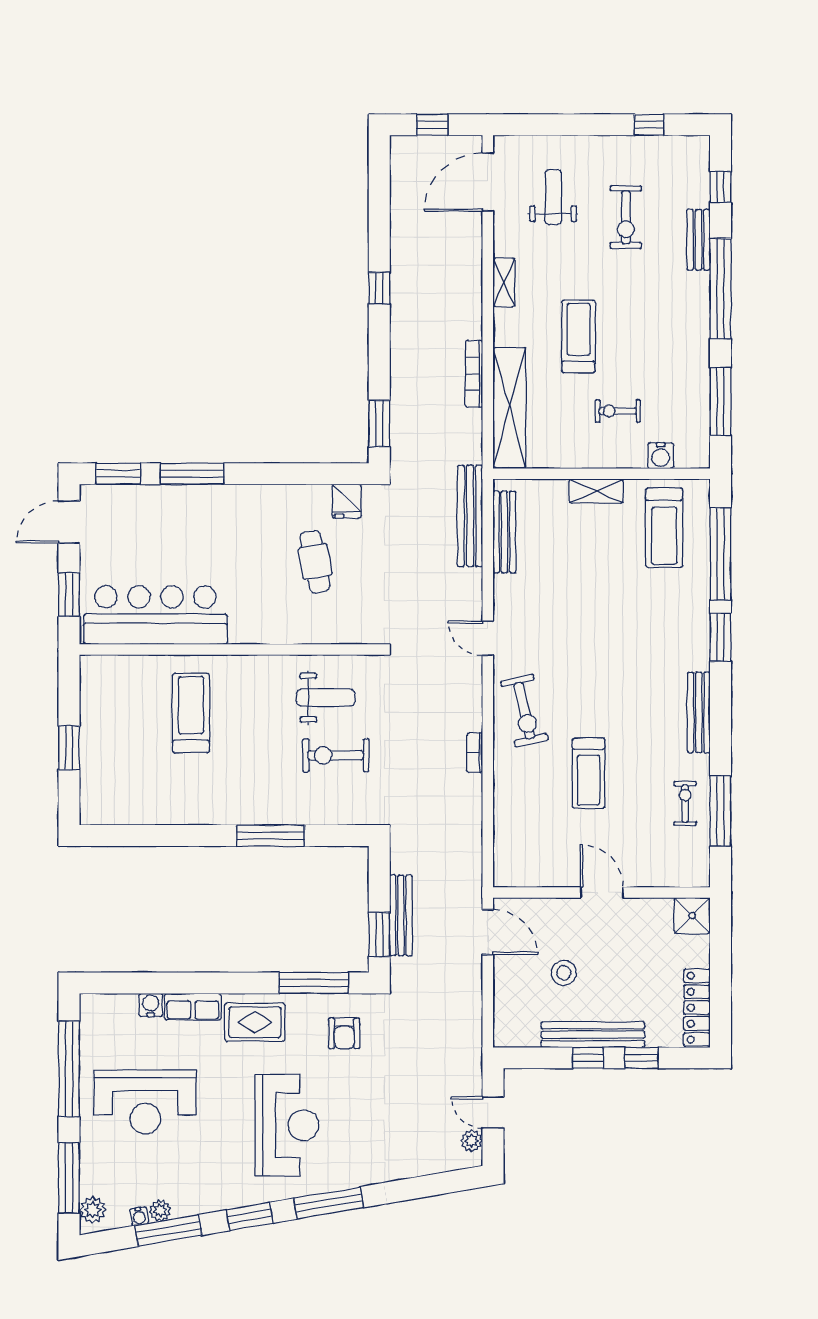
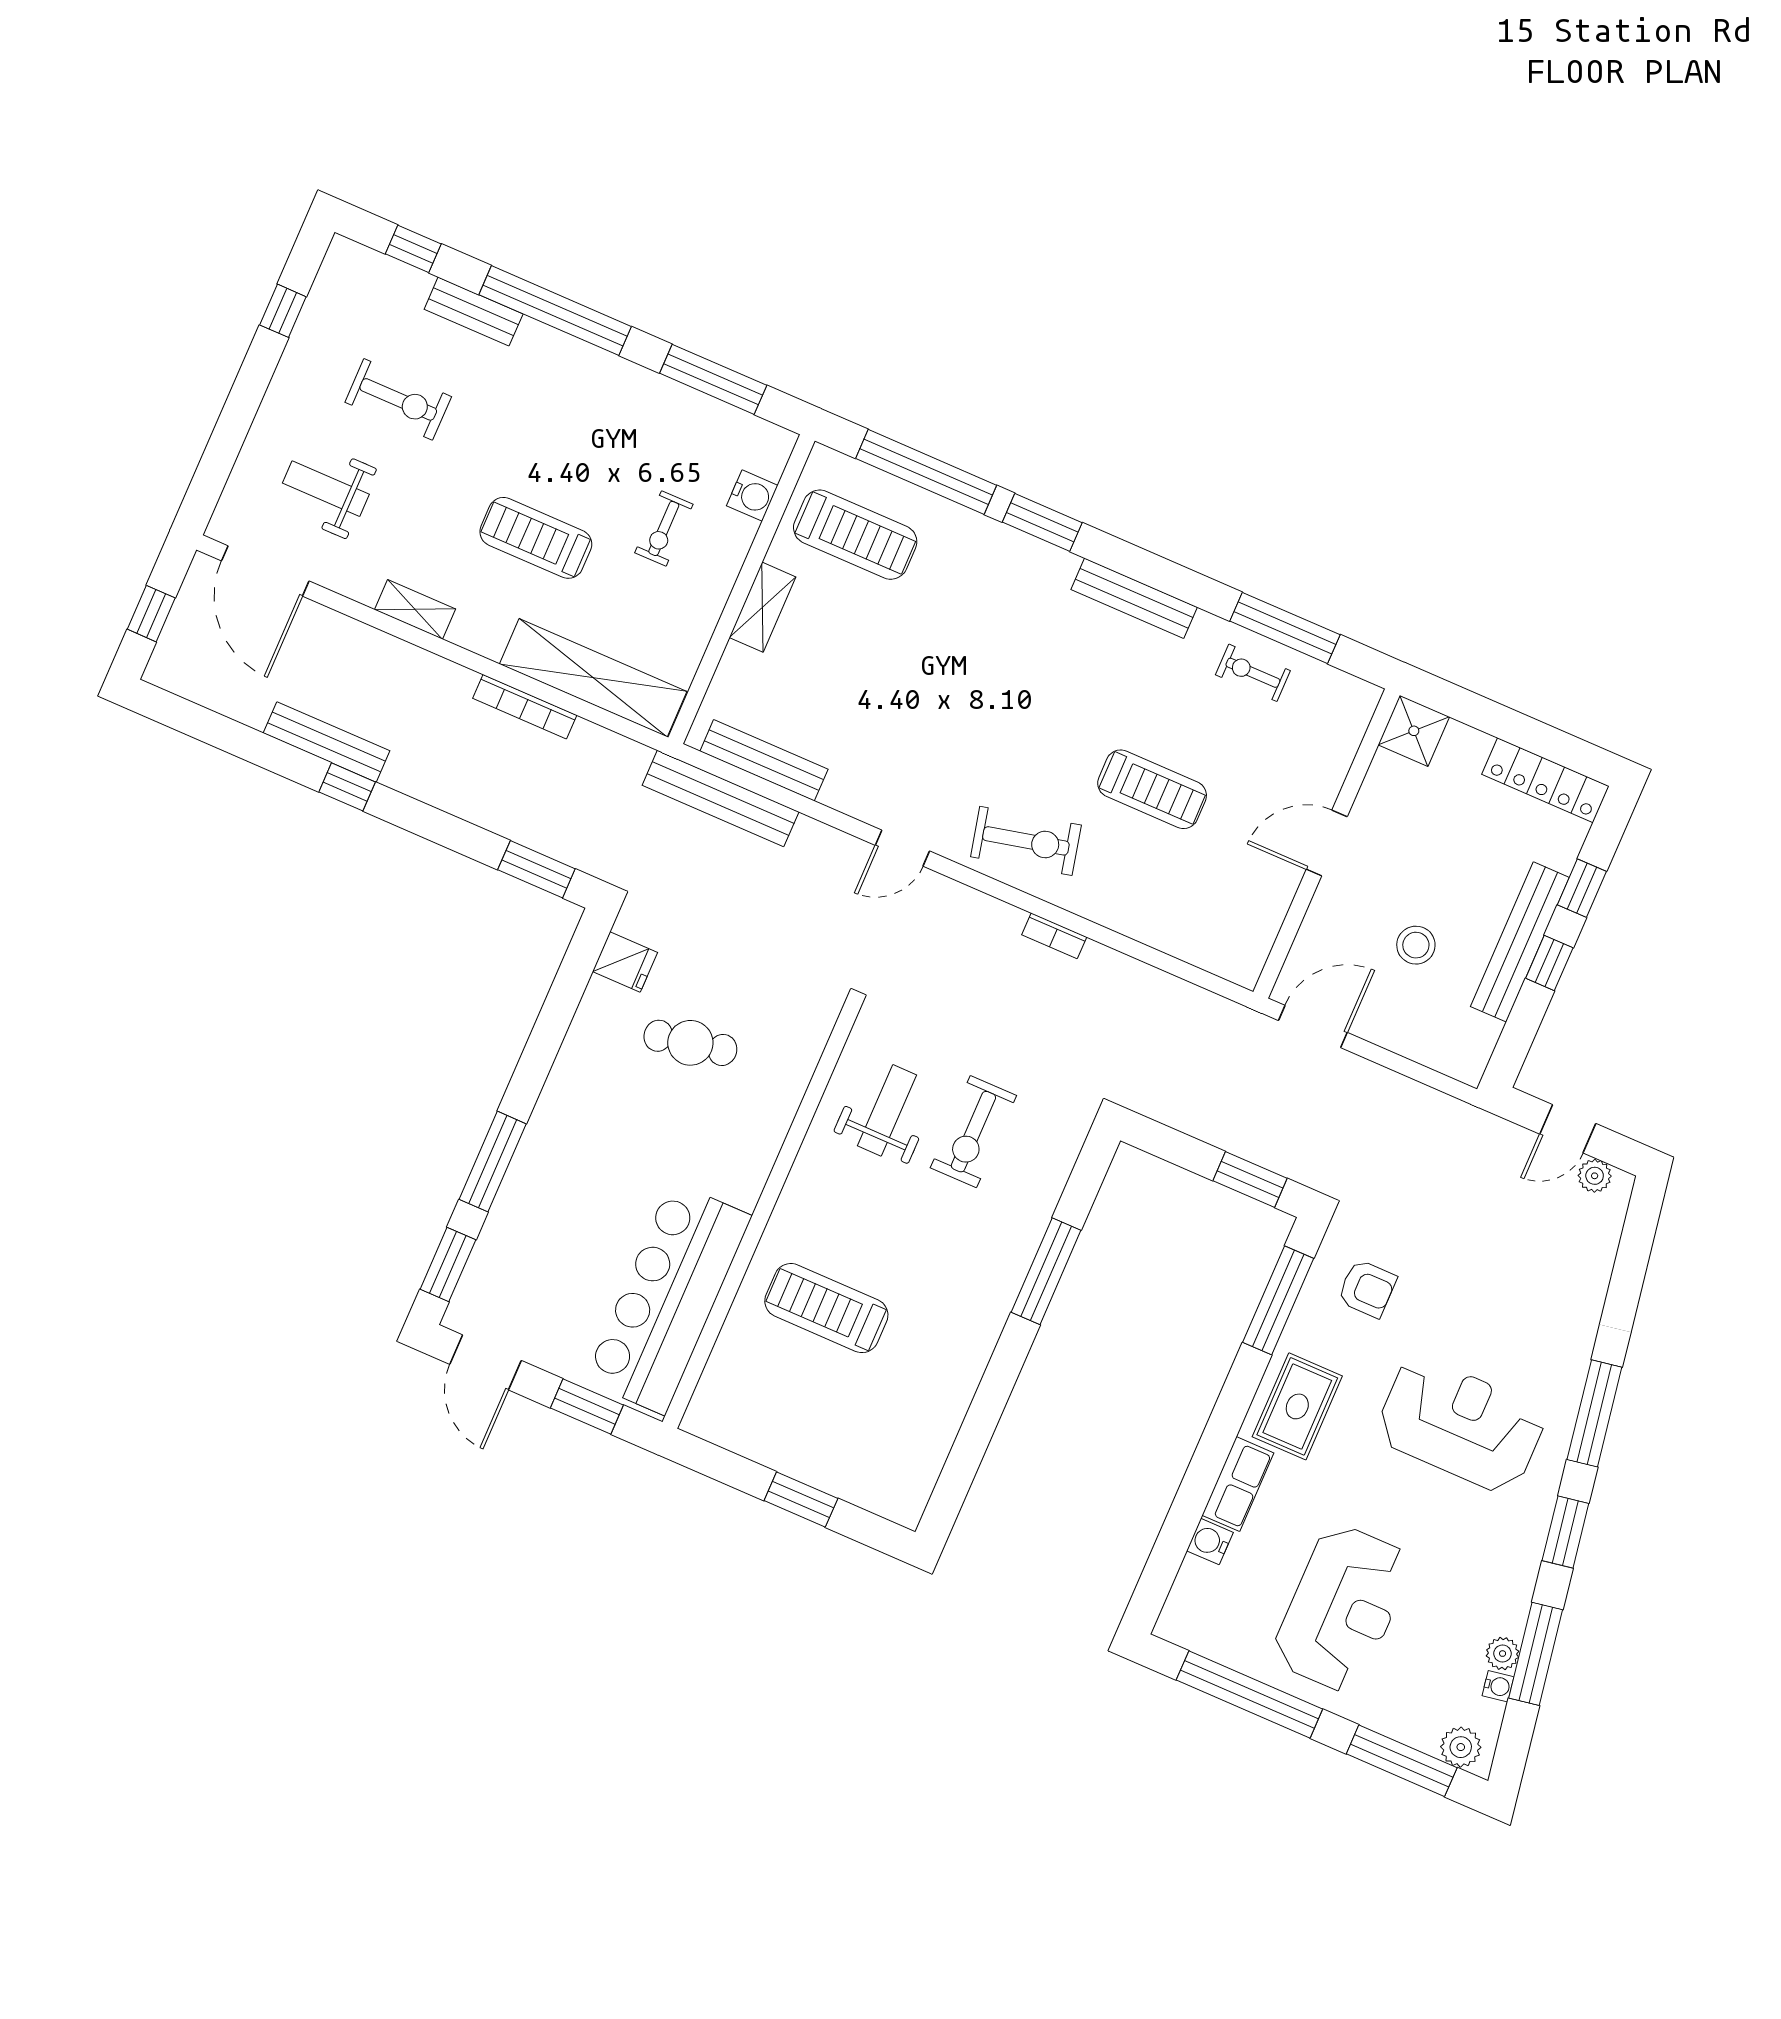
bench: (401, 915) -> (326, 742), moved

